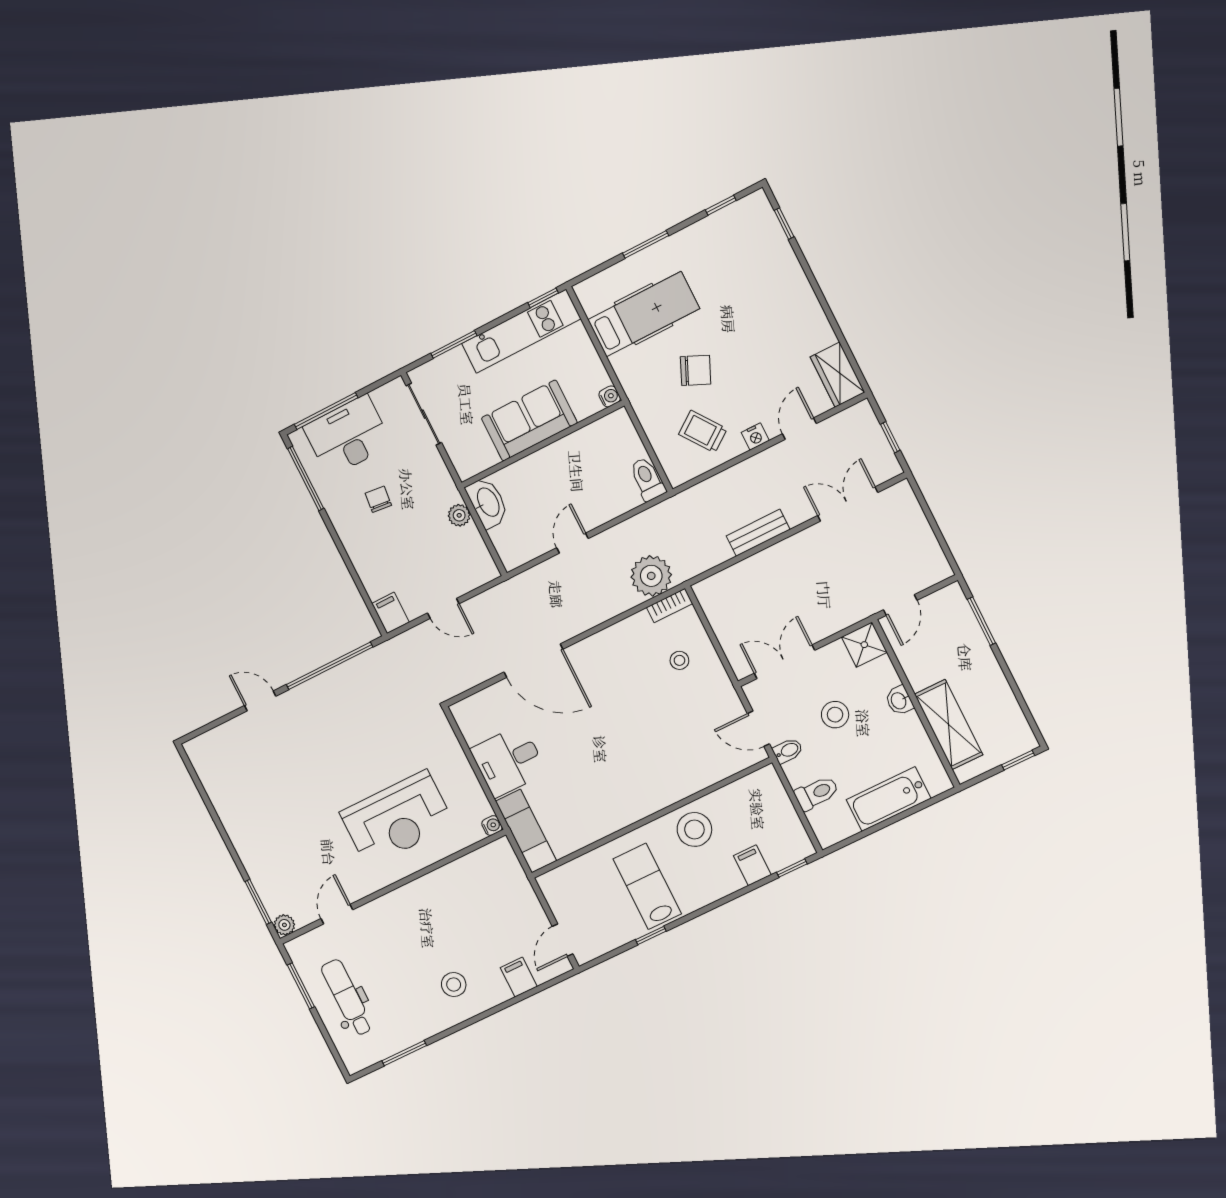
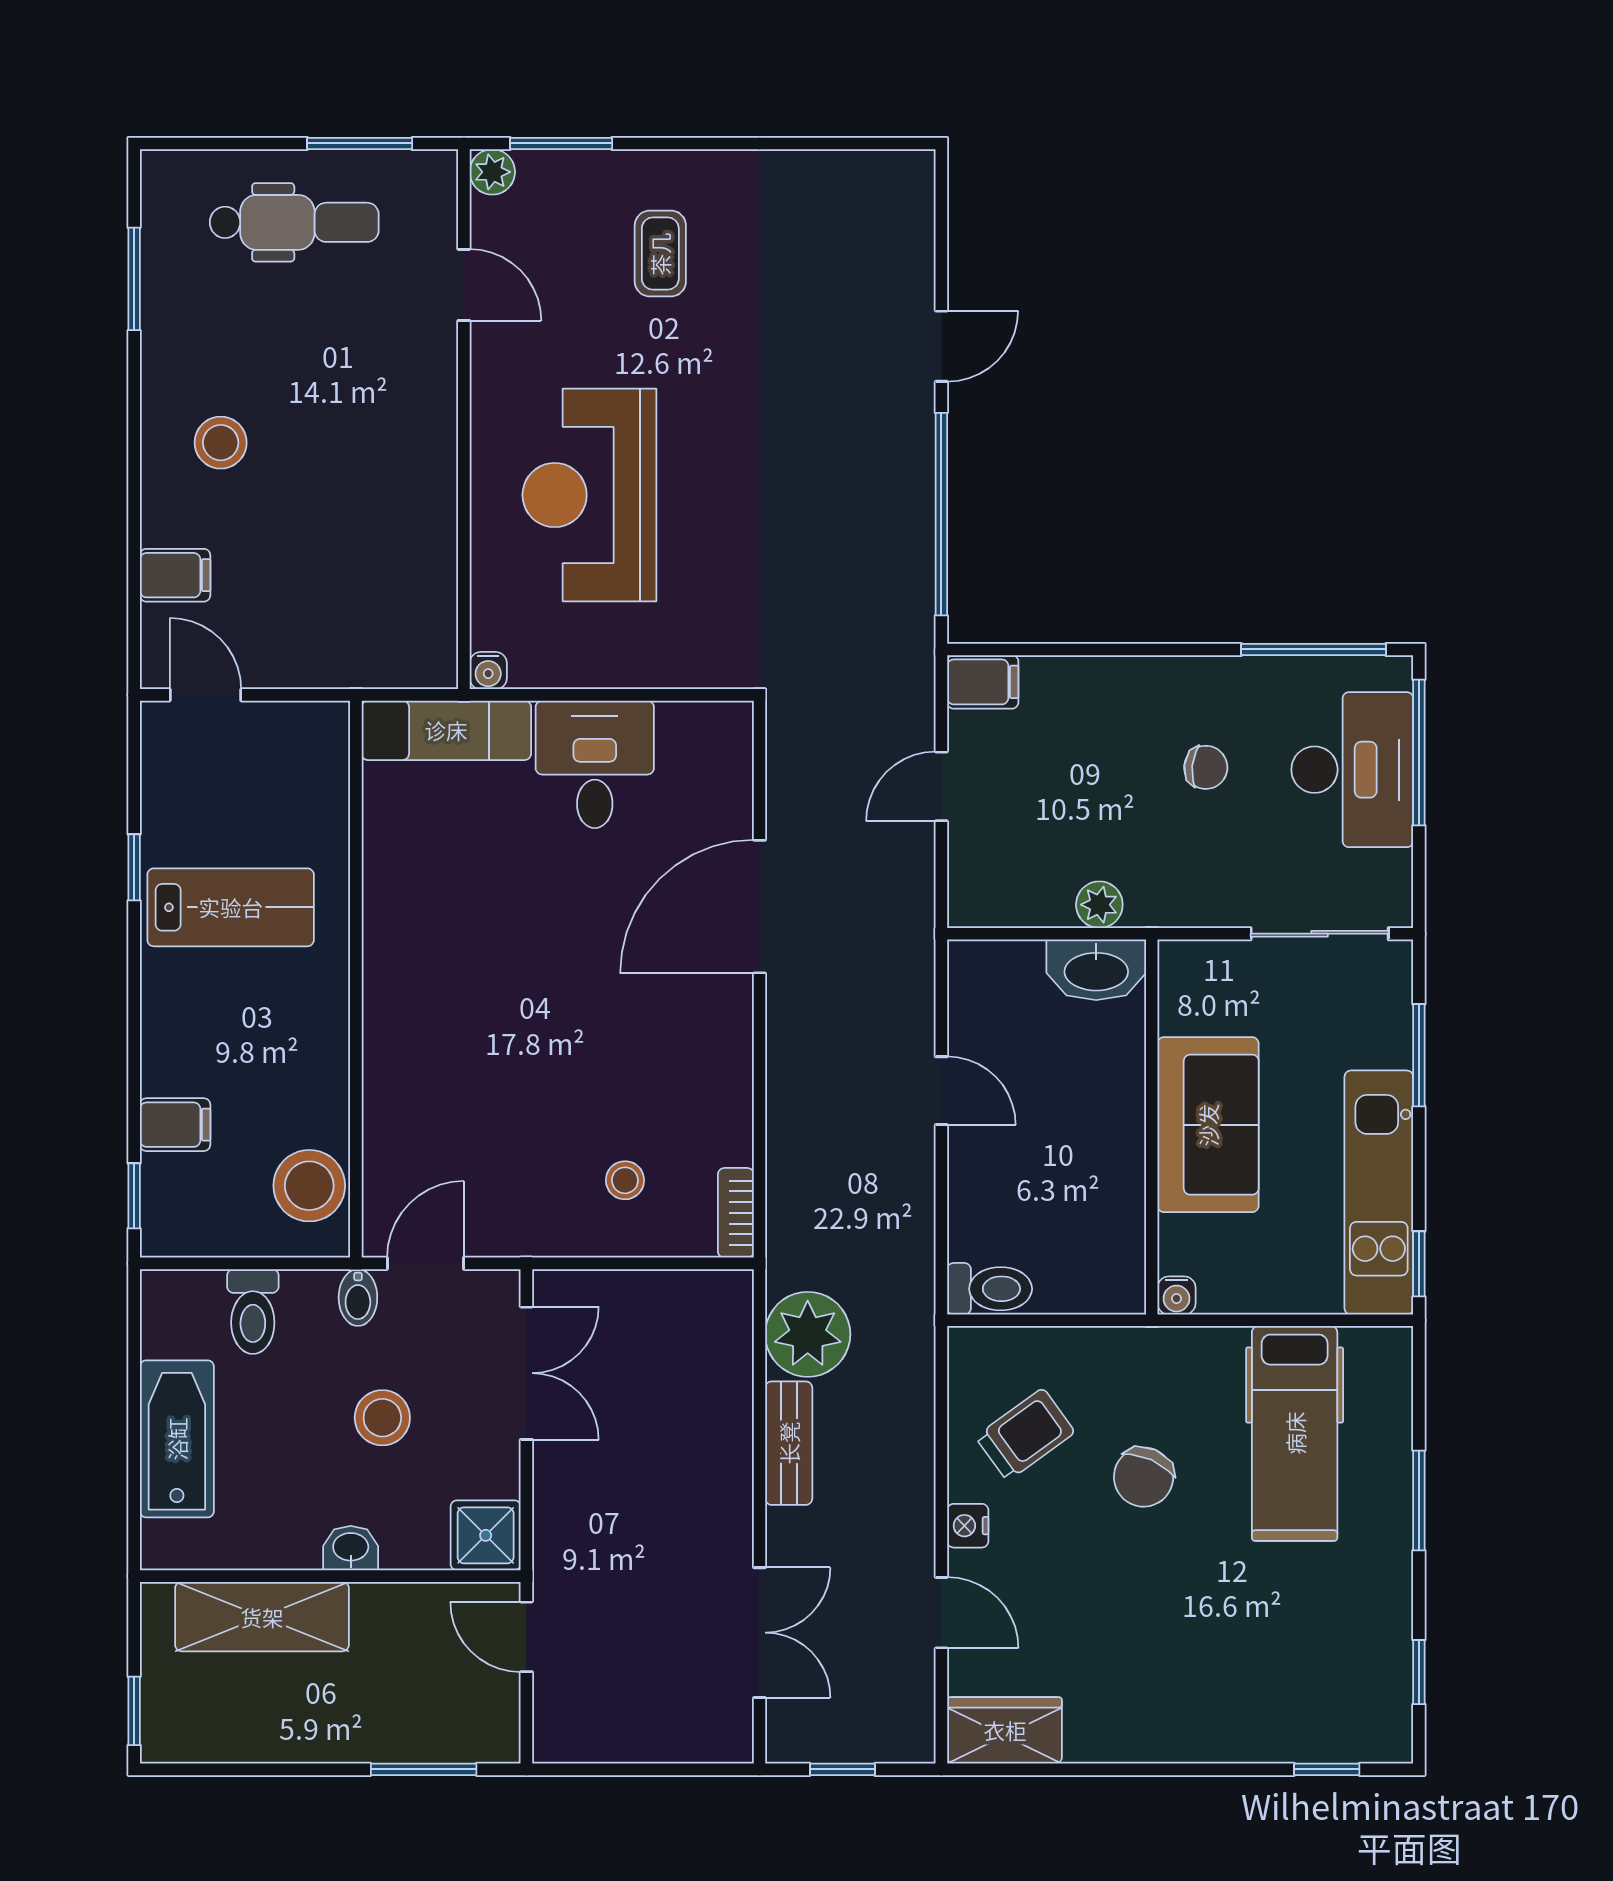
plant: (651, 576) -> (808, 1334), moved
stool: (694, 829) -> (309, 1186), moved
coffee table: (282, 838) -> (660, 254), added

